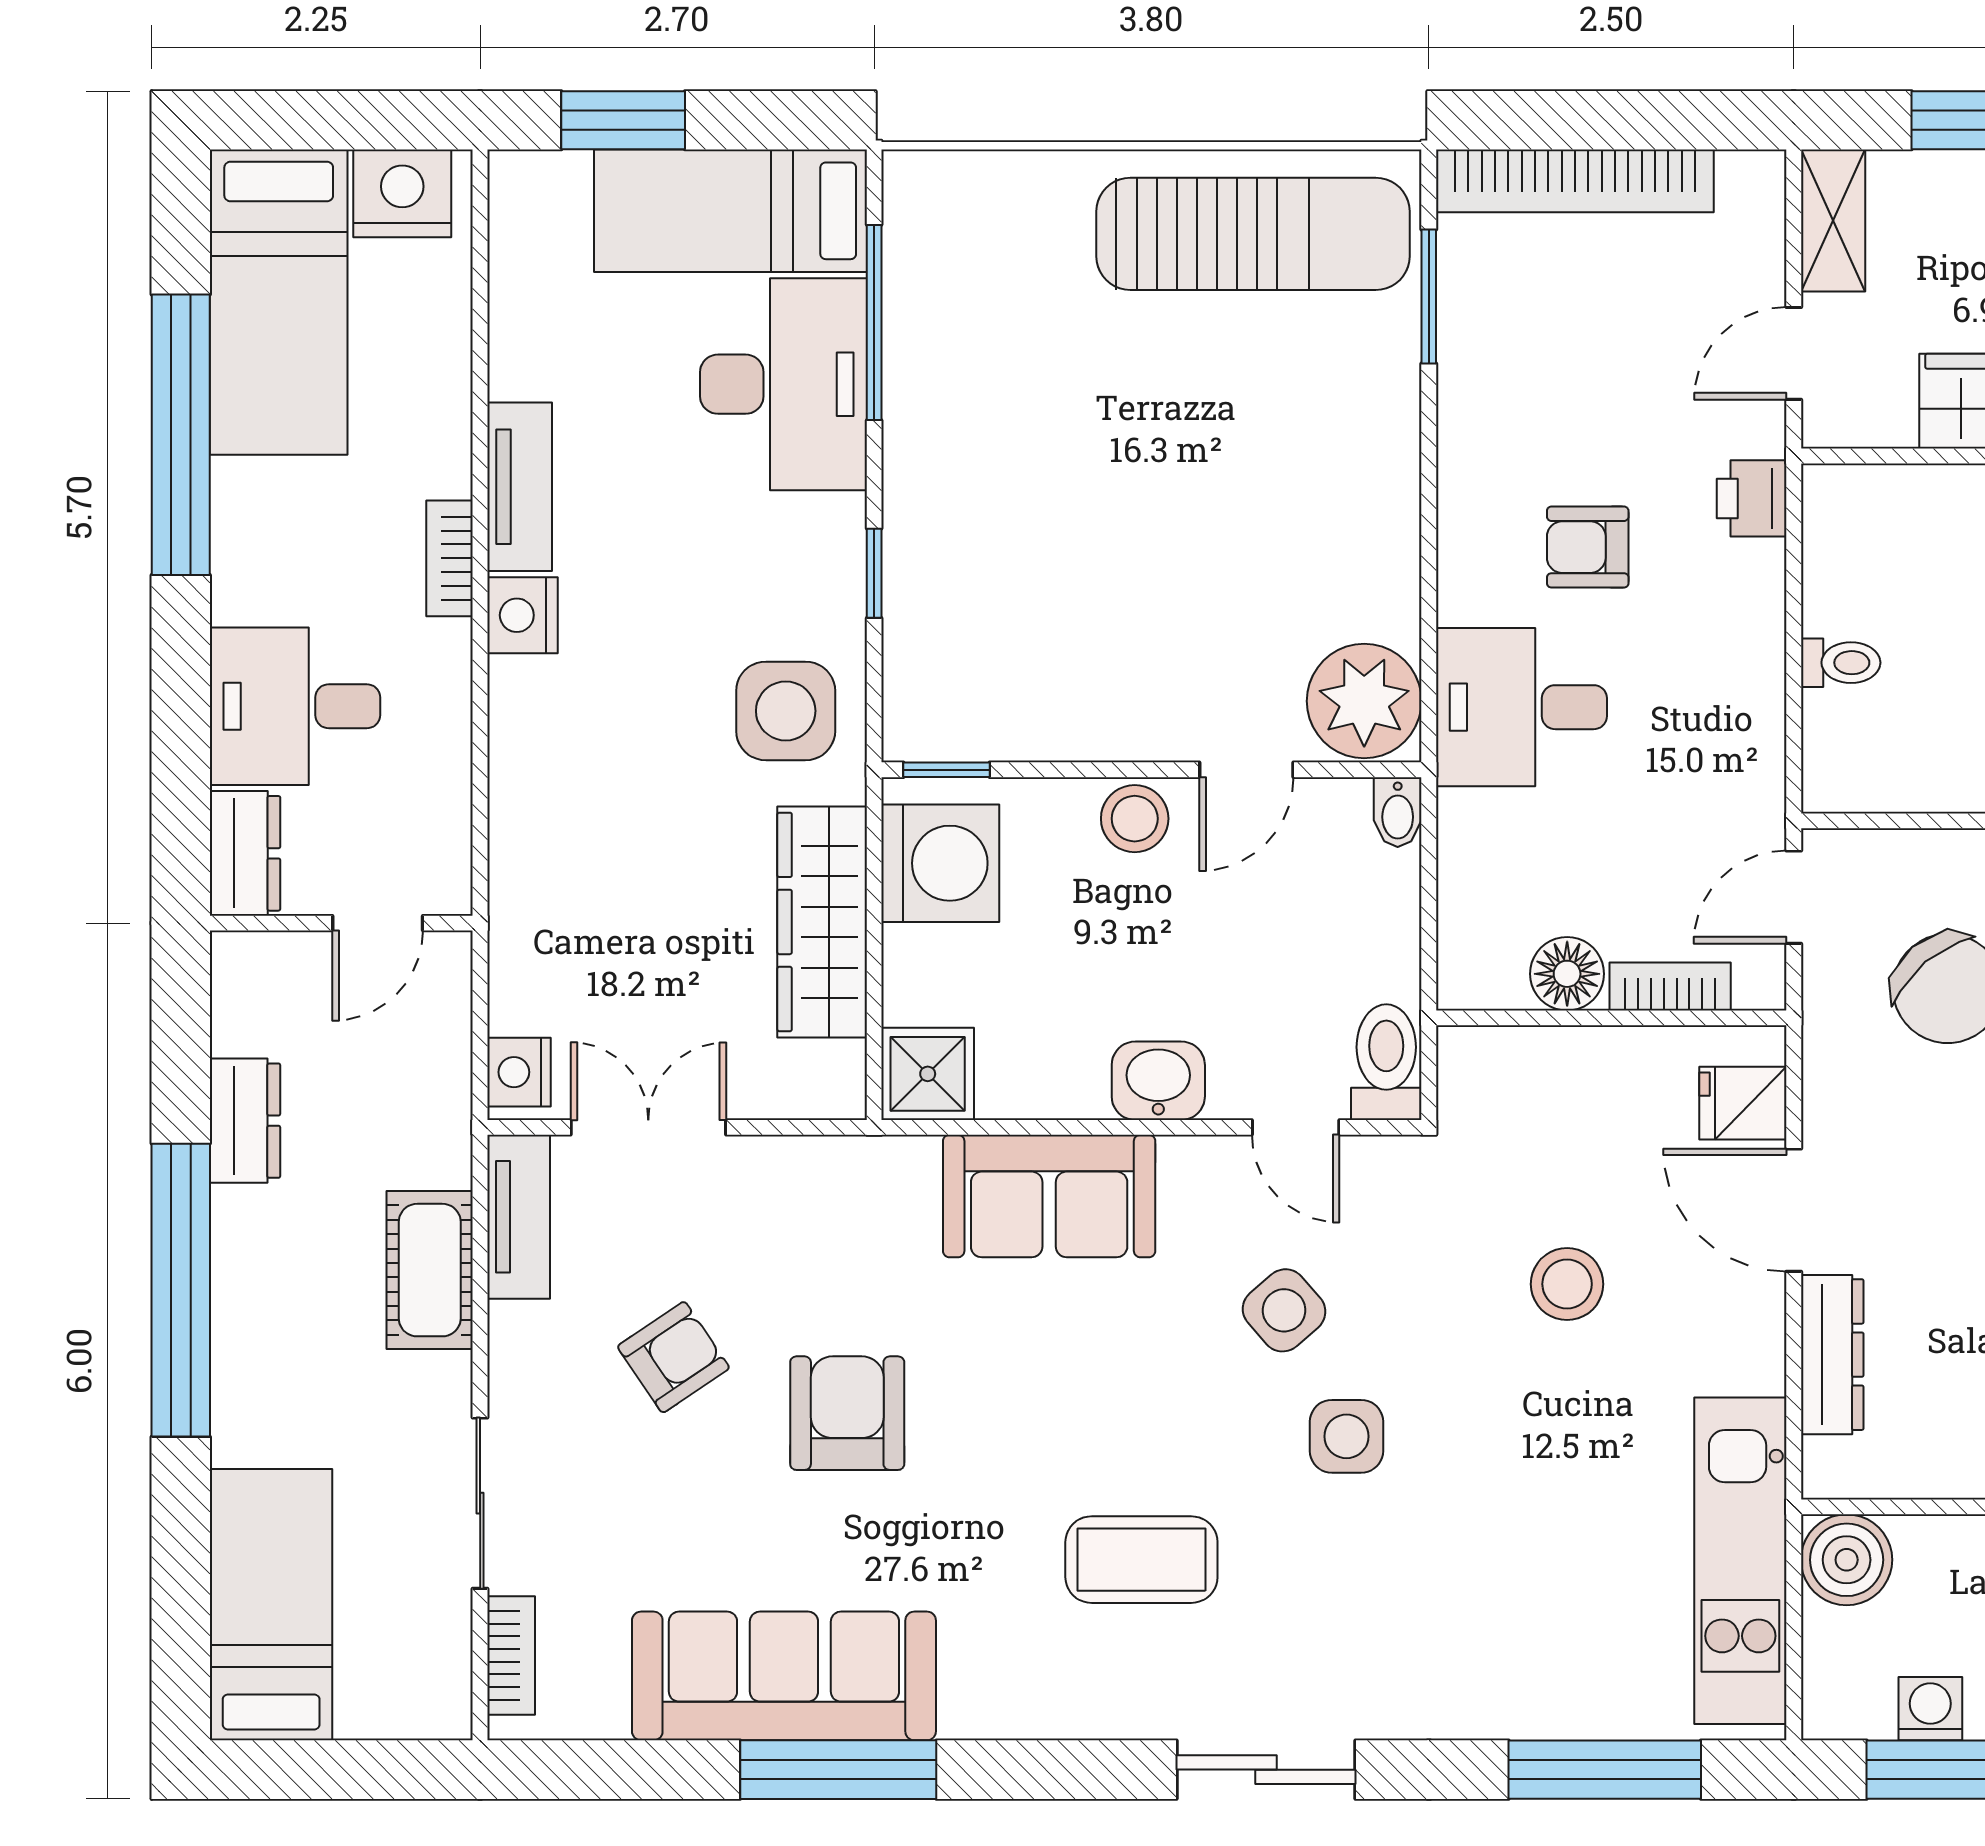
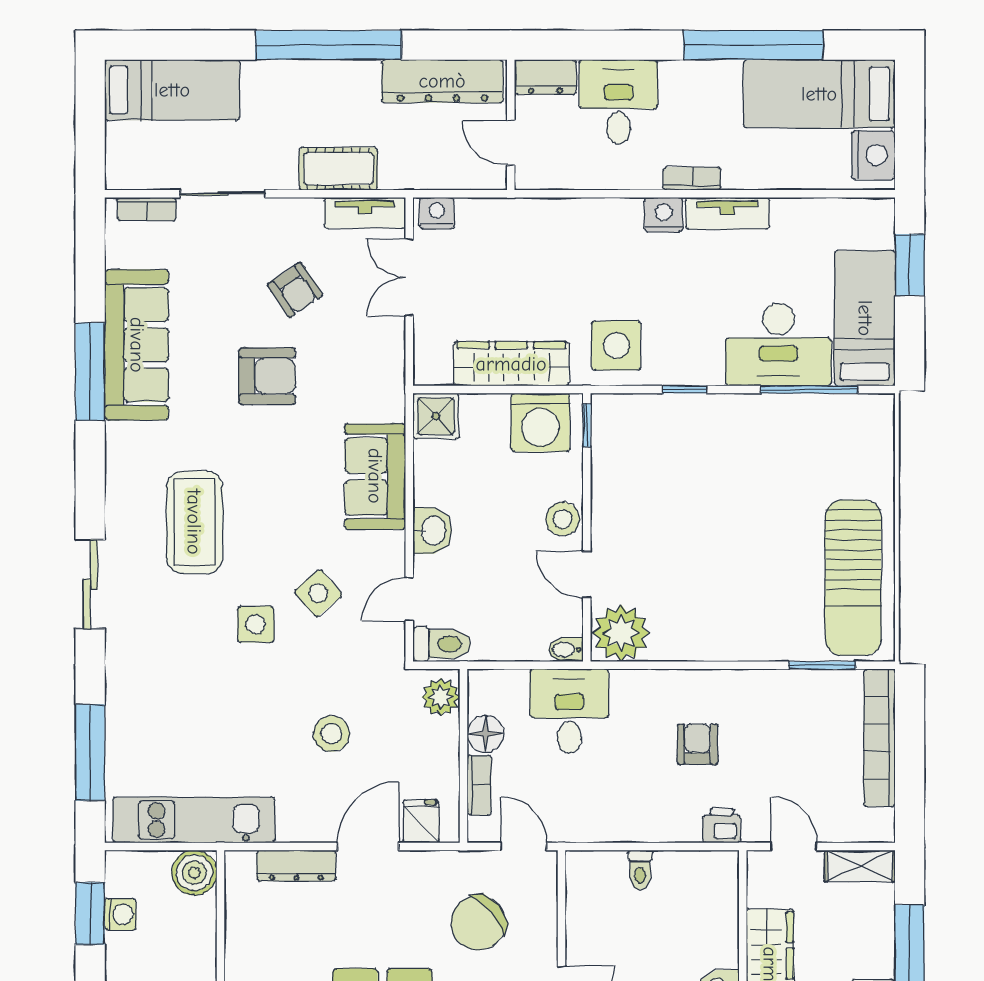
desk: (1521, 707) -> (569, 711), moved
plant: (1493, 1064) -> (441, 697), added
dresser: (245, 1121) -> (442, 81), width x1.96, depth x1.24
double door: (648, 1127) -> (409, 277), swing flipped
coffee table: (1141, 1560) -> (194, 522), width x1.36, depth x1.32

